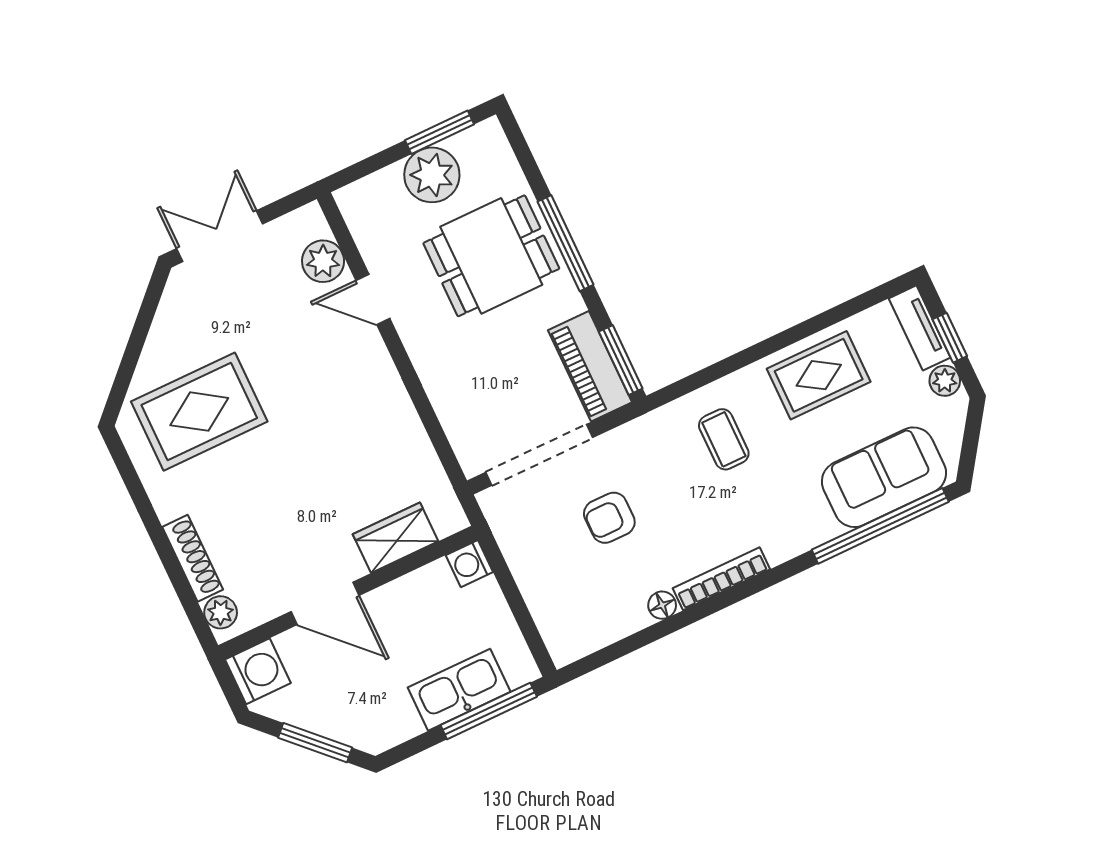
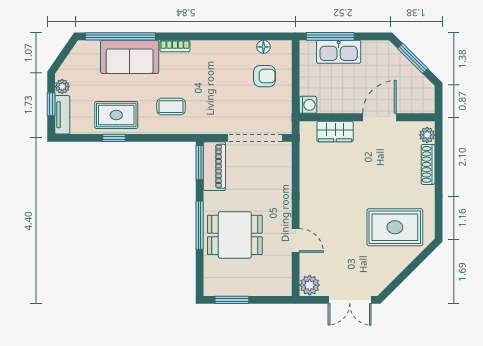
plant: (432, 175) -> (244, 283), removed
plant: (323, 261) -> (310, 285), moved
window: (803, 330) -> (114, 138), added
coffee table: (724, 439) -> (171, 107), turned 90
sofa: (884, 477) -> (130, 57), moved
armchair: (609, 518) -> (265, 76), moved
bookcase: (721, 579) -> (175, 46), moved, width x0.64
door: (325, 603) -> (379, 117), hinge flipped
floor lamp: (662, 605) -> (263, 47), moved
washing machine: (258, 671) -> (423, 101), removed

